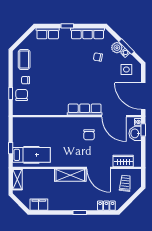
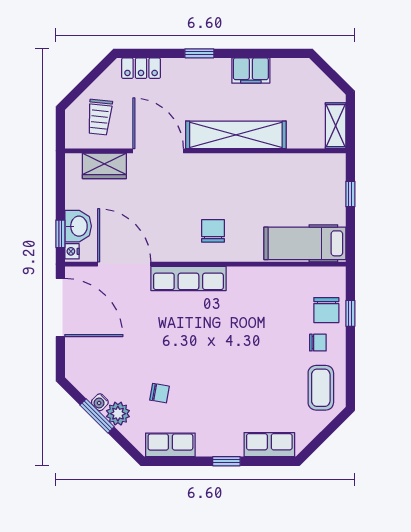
row of seats: (87, 33) -> (170, 445), width x0.68
side table: (126, 69) -> (97, 366), removed
chair: (89, 135) -> (213, 231), moved
hospital bed: (31, 155) -> (305, 243), moved
shelving: (70, 175) -> (236, 135), width x1.47
filing cabinet: (39, 205) -> (251, 71), moved

